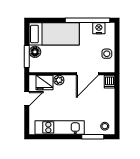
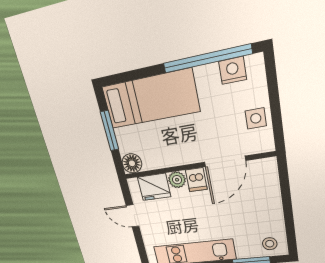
floor lamp: (35, 52) -> (132, 163), moved
window: (27, 57) -> (110, 131), moved
dishwasher: (110, 82) -> (196, 180), moved
door: (27, 99) -> (133, 216), swing flipped

